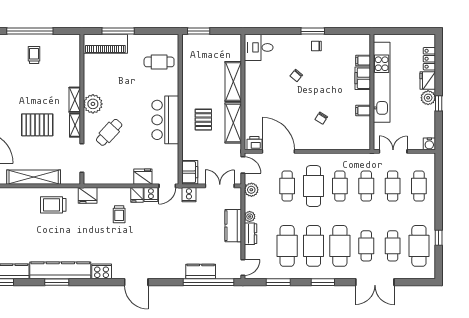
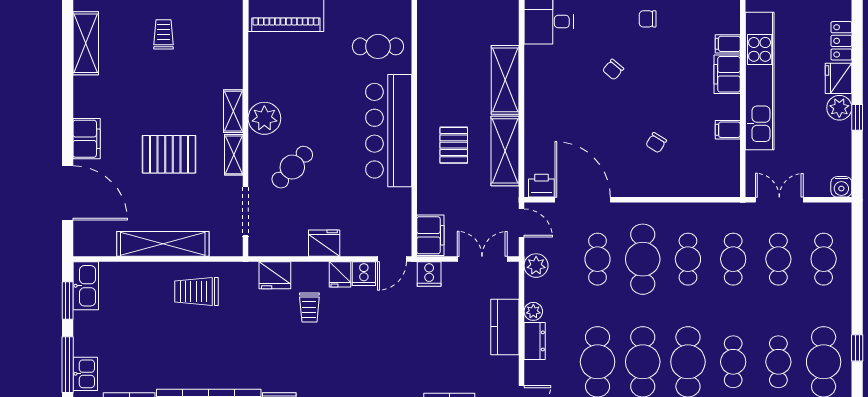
bar counter: (165, 120) -> (389, 131), width x1.36
fridge: (143, 177) -> (324, 243), moved
fridge: (88, 195) -> (275, 275), moved

